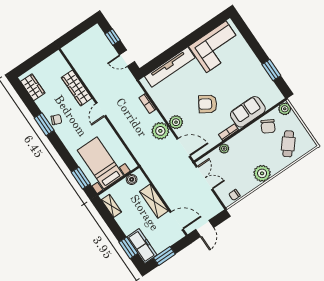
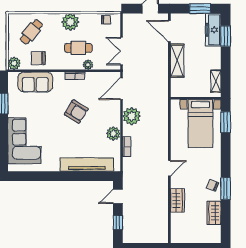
corner sofa: (216, 47) -> (24, 141), moved, turned 90
door: (127, 58) -> (118, 196), swing flipped
wardrobe: (33, 87) -> (214, 213), moved
wardrobe: (77, 88) -> (177, 200), width x0.67
sofa: (248, 112) -> (35, 82), moved
plant: (176, 122) -> (113, 134), moved
chair: (268, 126) -> (38, 58), turned -119
door: (184, 148) -> (122, 89), hinge flipped
cafe table: (241, 157) -> (78, 48), added
boiler: (132, 179) -> (184, 92), removed

